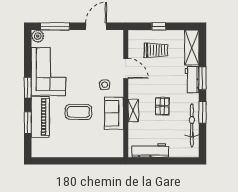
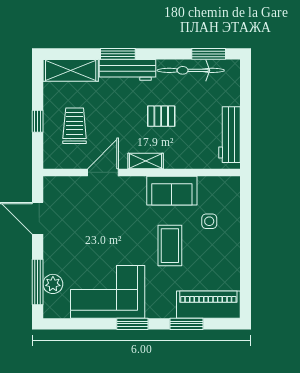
plant: (38, 36) -> (53, 284), moved
workbench: (192, 79) -> (128, 70), width x1.38
side table: (105, 85) -> (209, 221), moved
shelving: (133, 111) -> (146, 161), moved
window: (202, 112) -> (209, 54), moved
piano: (40, 117) -> (208, 305), moved

